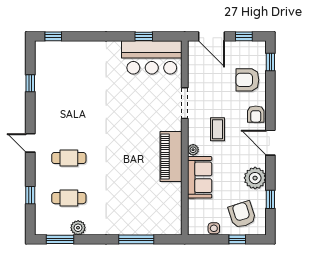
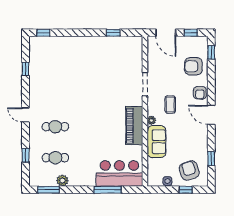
bar counter: (152, 57) -> (119, 173), moved, turned 180
plant: (255, 178) -> (199, 142), removed

